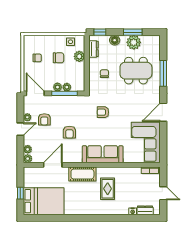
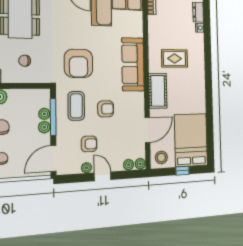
coffee table: (72, 110) -> (76, 106), added
armchair: (103, 112) -> (79, 63), width x1.88, depth x1.88
door: (53, 165) -> (147, 130), swing flipped
stool: (31, 176) -> (161, 158), added

